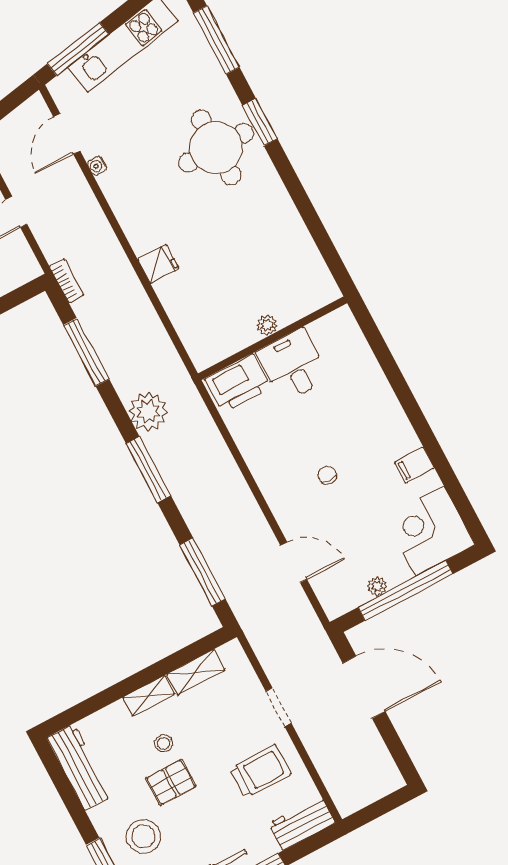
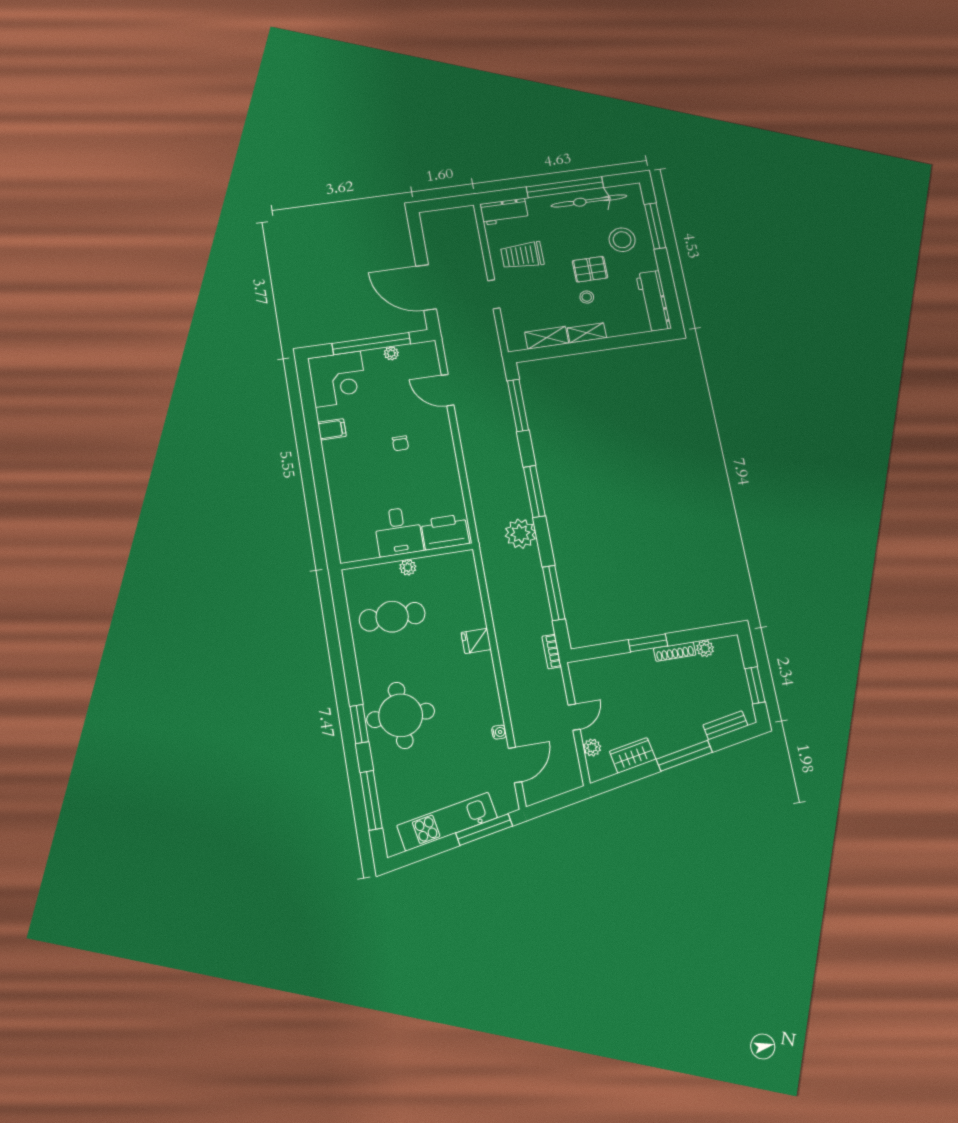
cafe table: (265, 260) -> (392, 617), added

